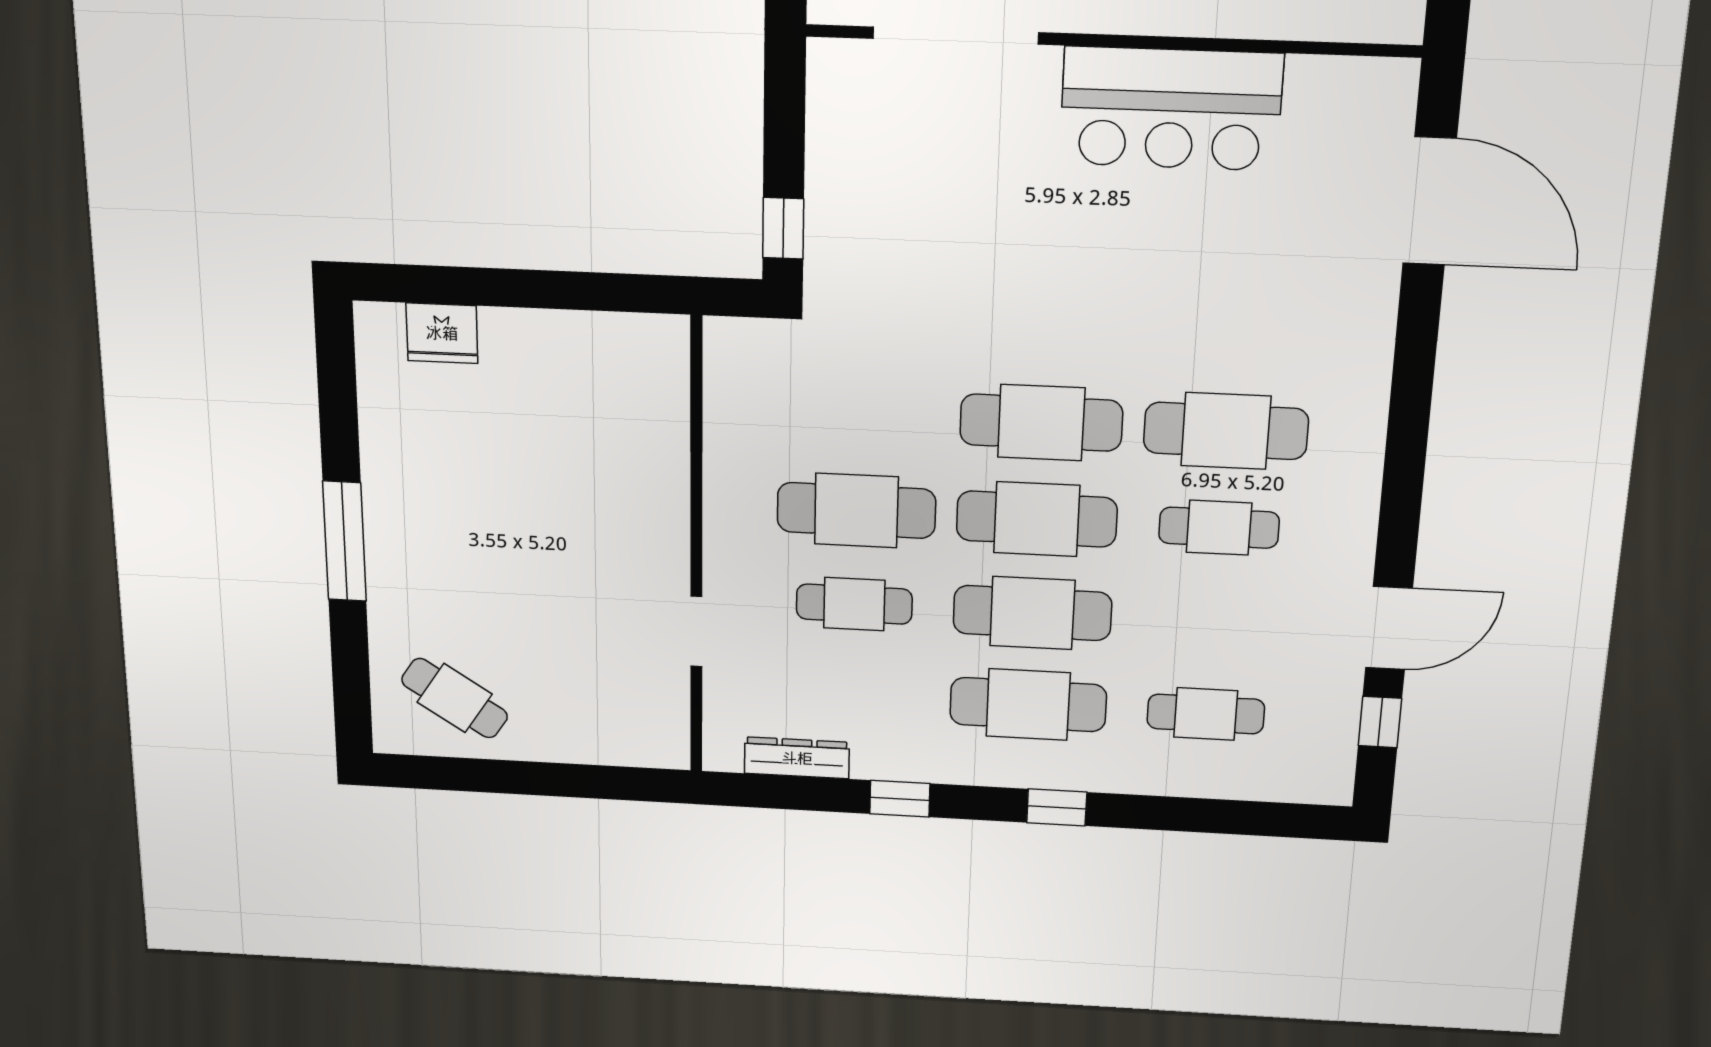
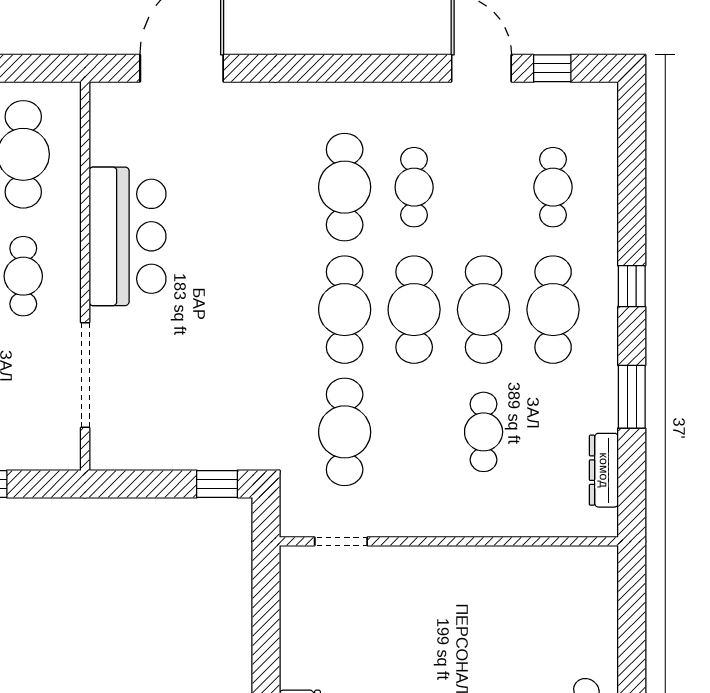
cafe table: (856, 510) -> (345, 432), moved
doorway: (696, 631) -> (341, 541), moved
window: (900, 799) -> (632, 397), width x1.50

